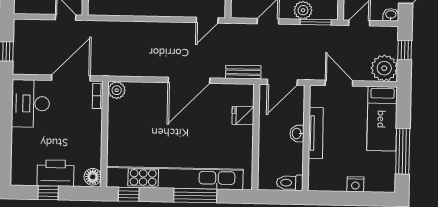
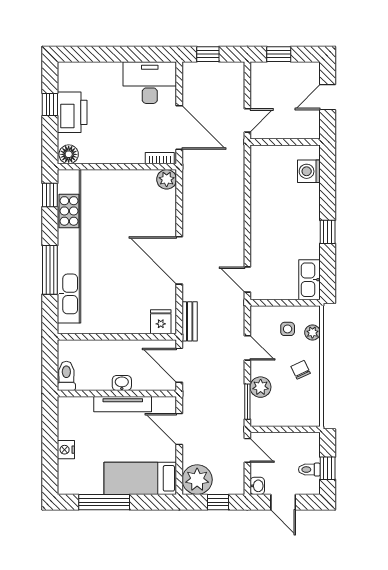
door: (339, 83) -> (179, 429), swing flipped
fridge: (243, 116) -> (161, 322), moved

